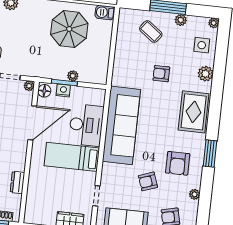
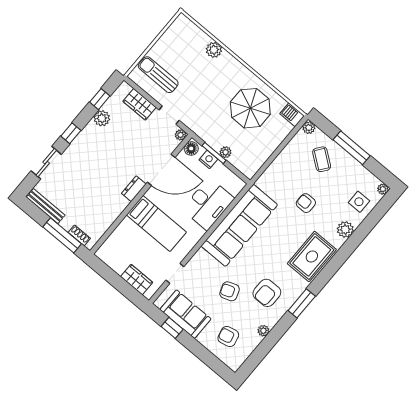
plant: (181, 20) -> (309, 128), moved
bed: (72, 157) -> (156, 223), moved, turned 180
dresser: (17, 182) -> (134, 189), moved

